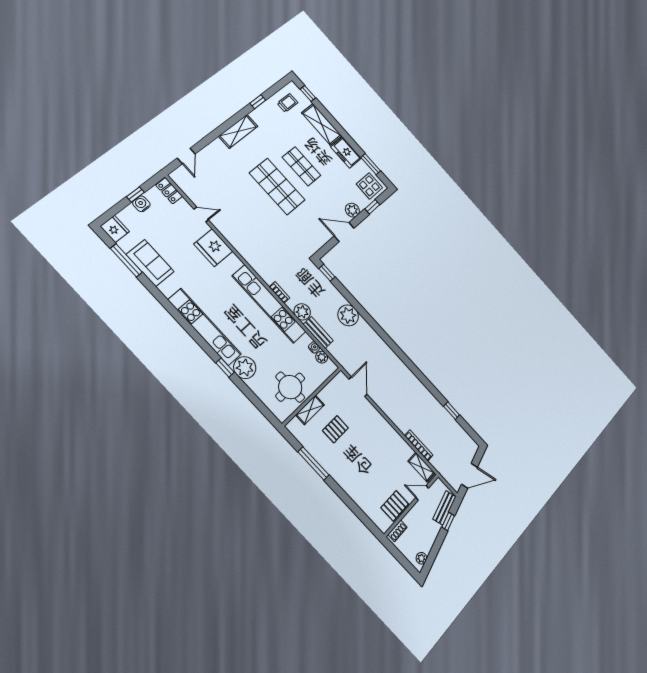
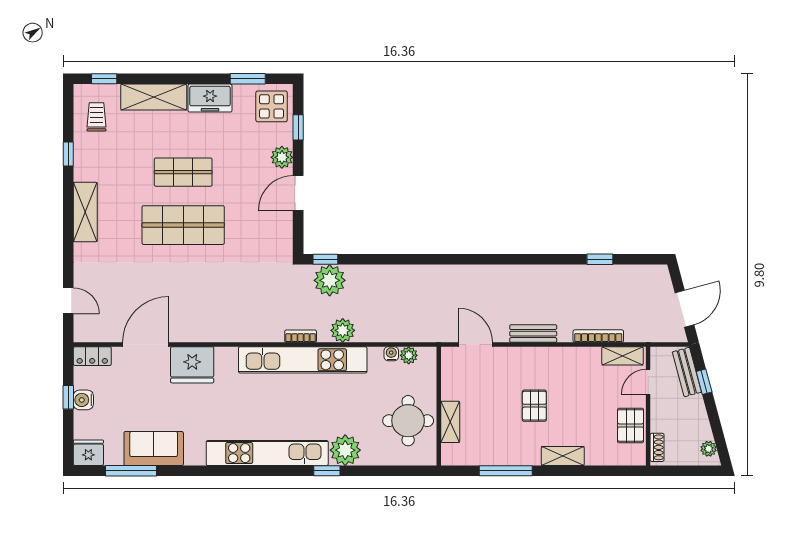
door: (201, 214) -> (146, 345), width x1.87
plant: (348, 315) -> (330, 280), moved
bench: (318, 332) -> (533, 334), moved
pallet: (335, 429) -> (534, 406), moved
shelving: (348, 486) -> (563, 456), added

